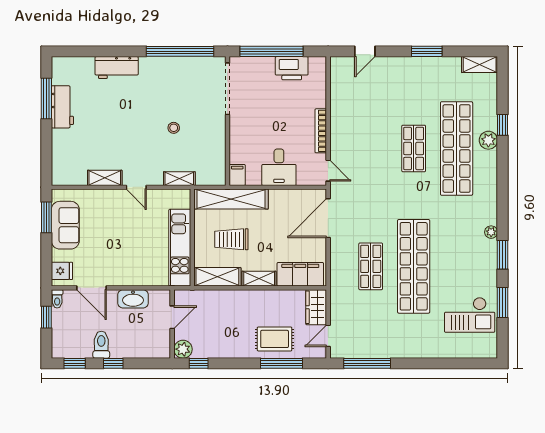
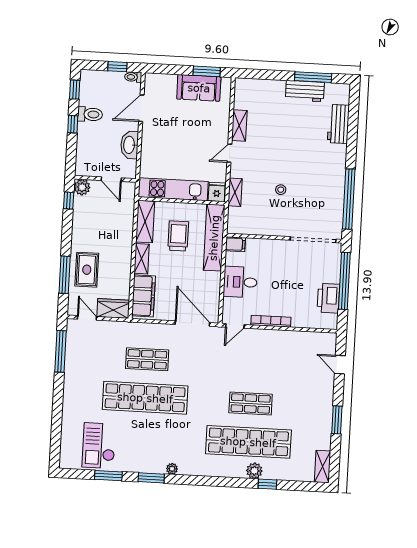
workbench: (117, 68) -> (338, 124), moved
fridge: (62, 271) -> (217, 192), moved, turned 180

